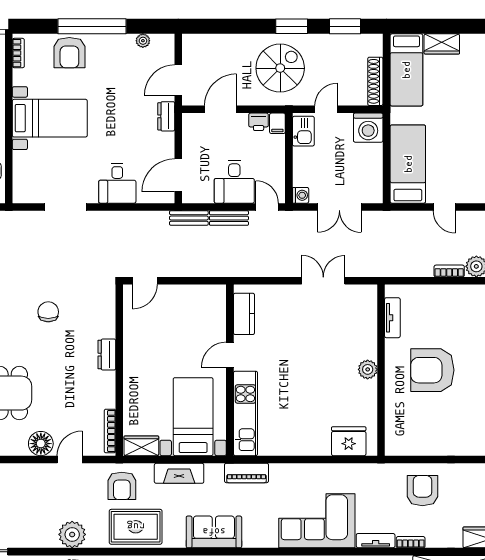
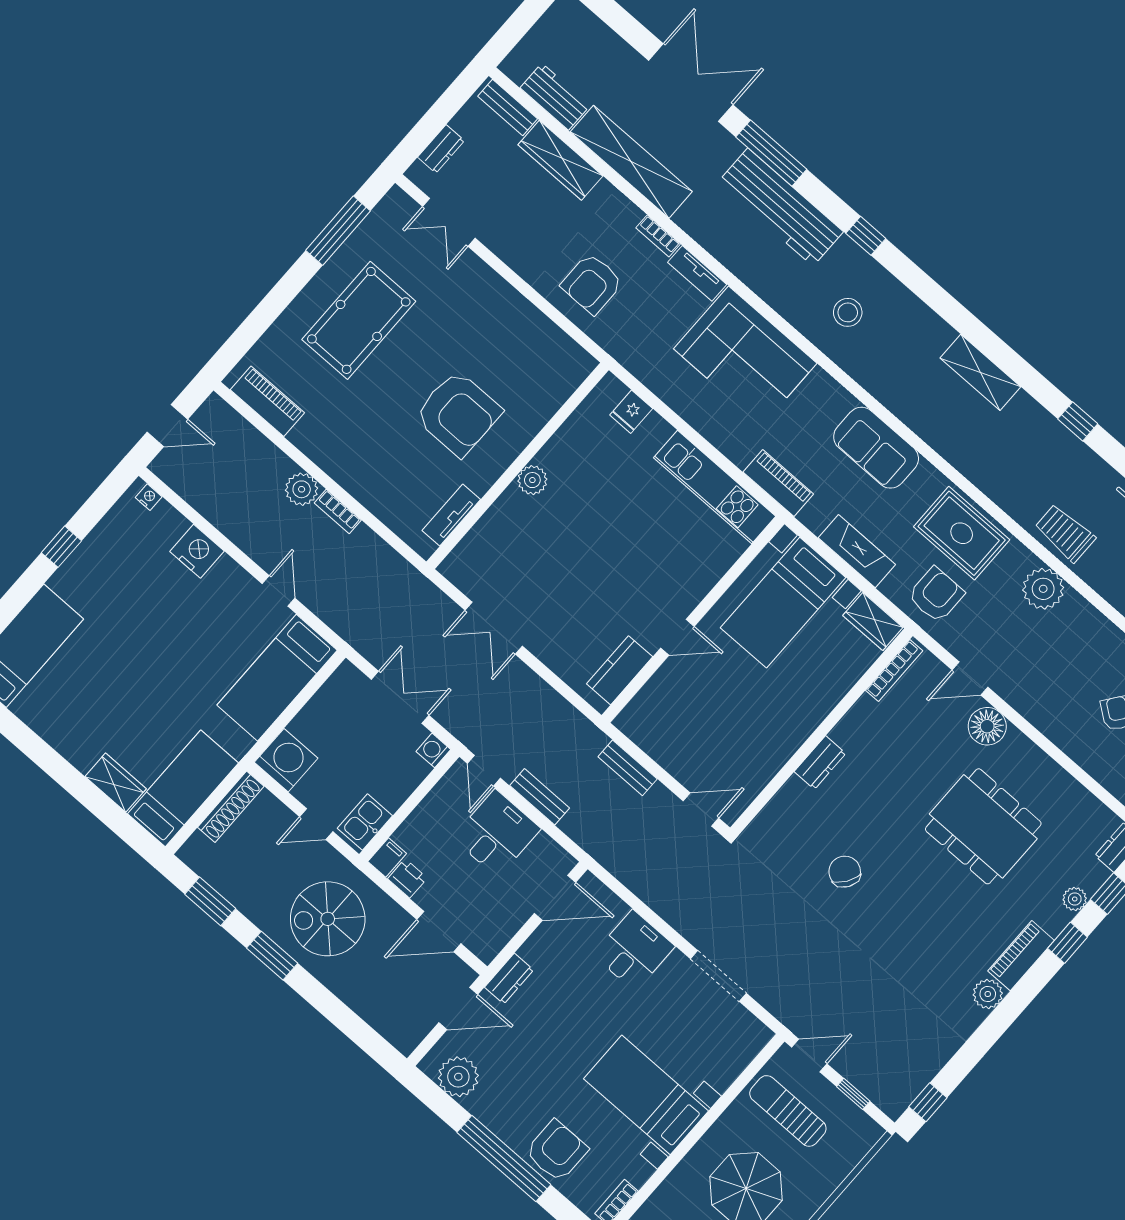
plant: (143, 41) -> (458, 1077), width x1.88, depth x1.88
bench: (189, 218) -> (628, 768), moved
chair: (48, 312) -> (845, 872), turned 124
kitchen unit: (245, 413) -> (715, 487), moved, turned -90
fridge: (349, 441) -> (631, 412), width x0.53, depth x0.75

